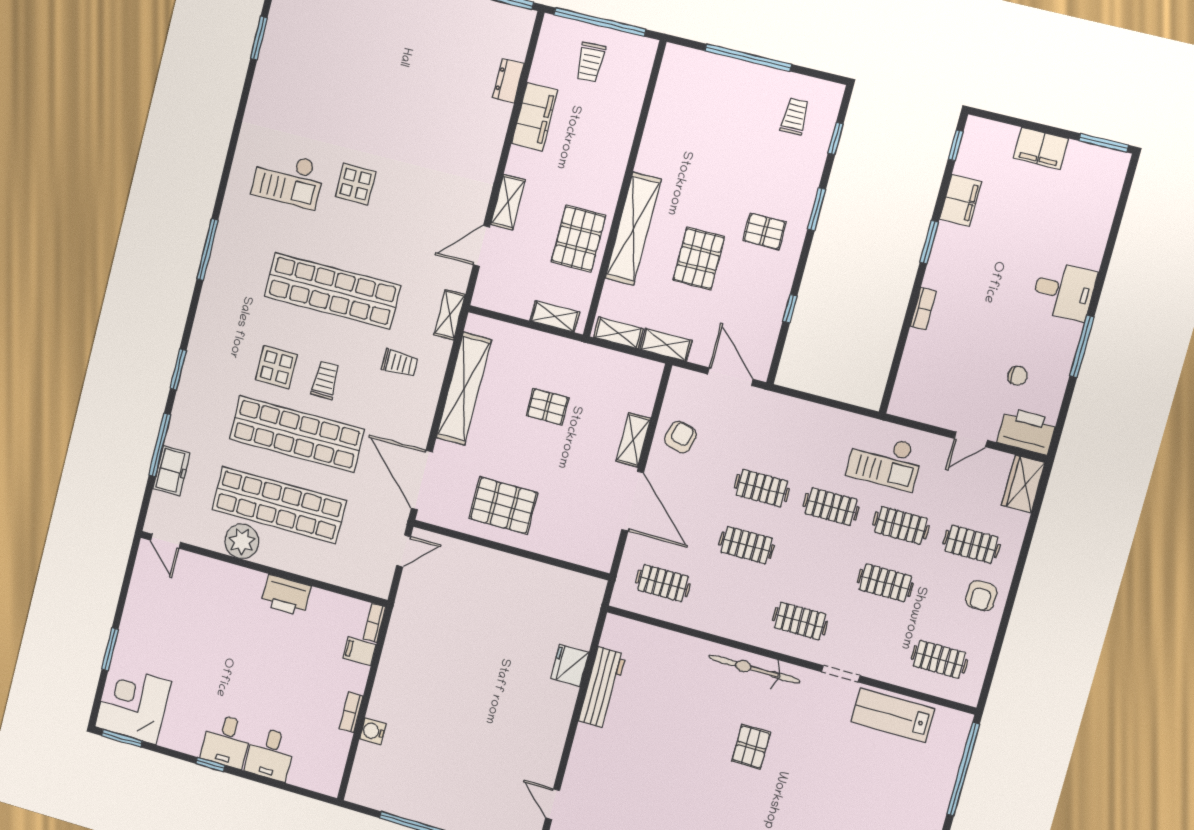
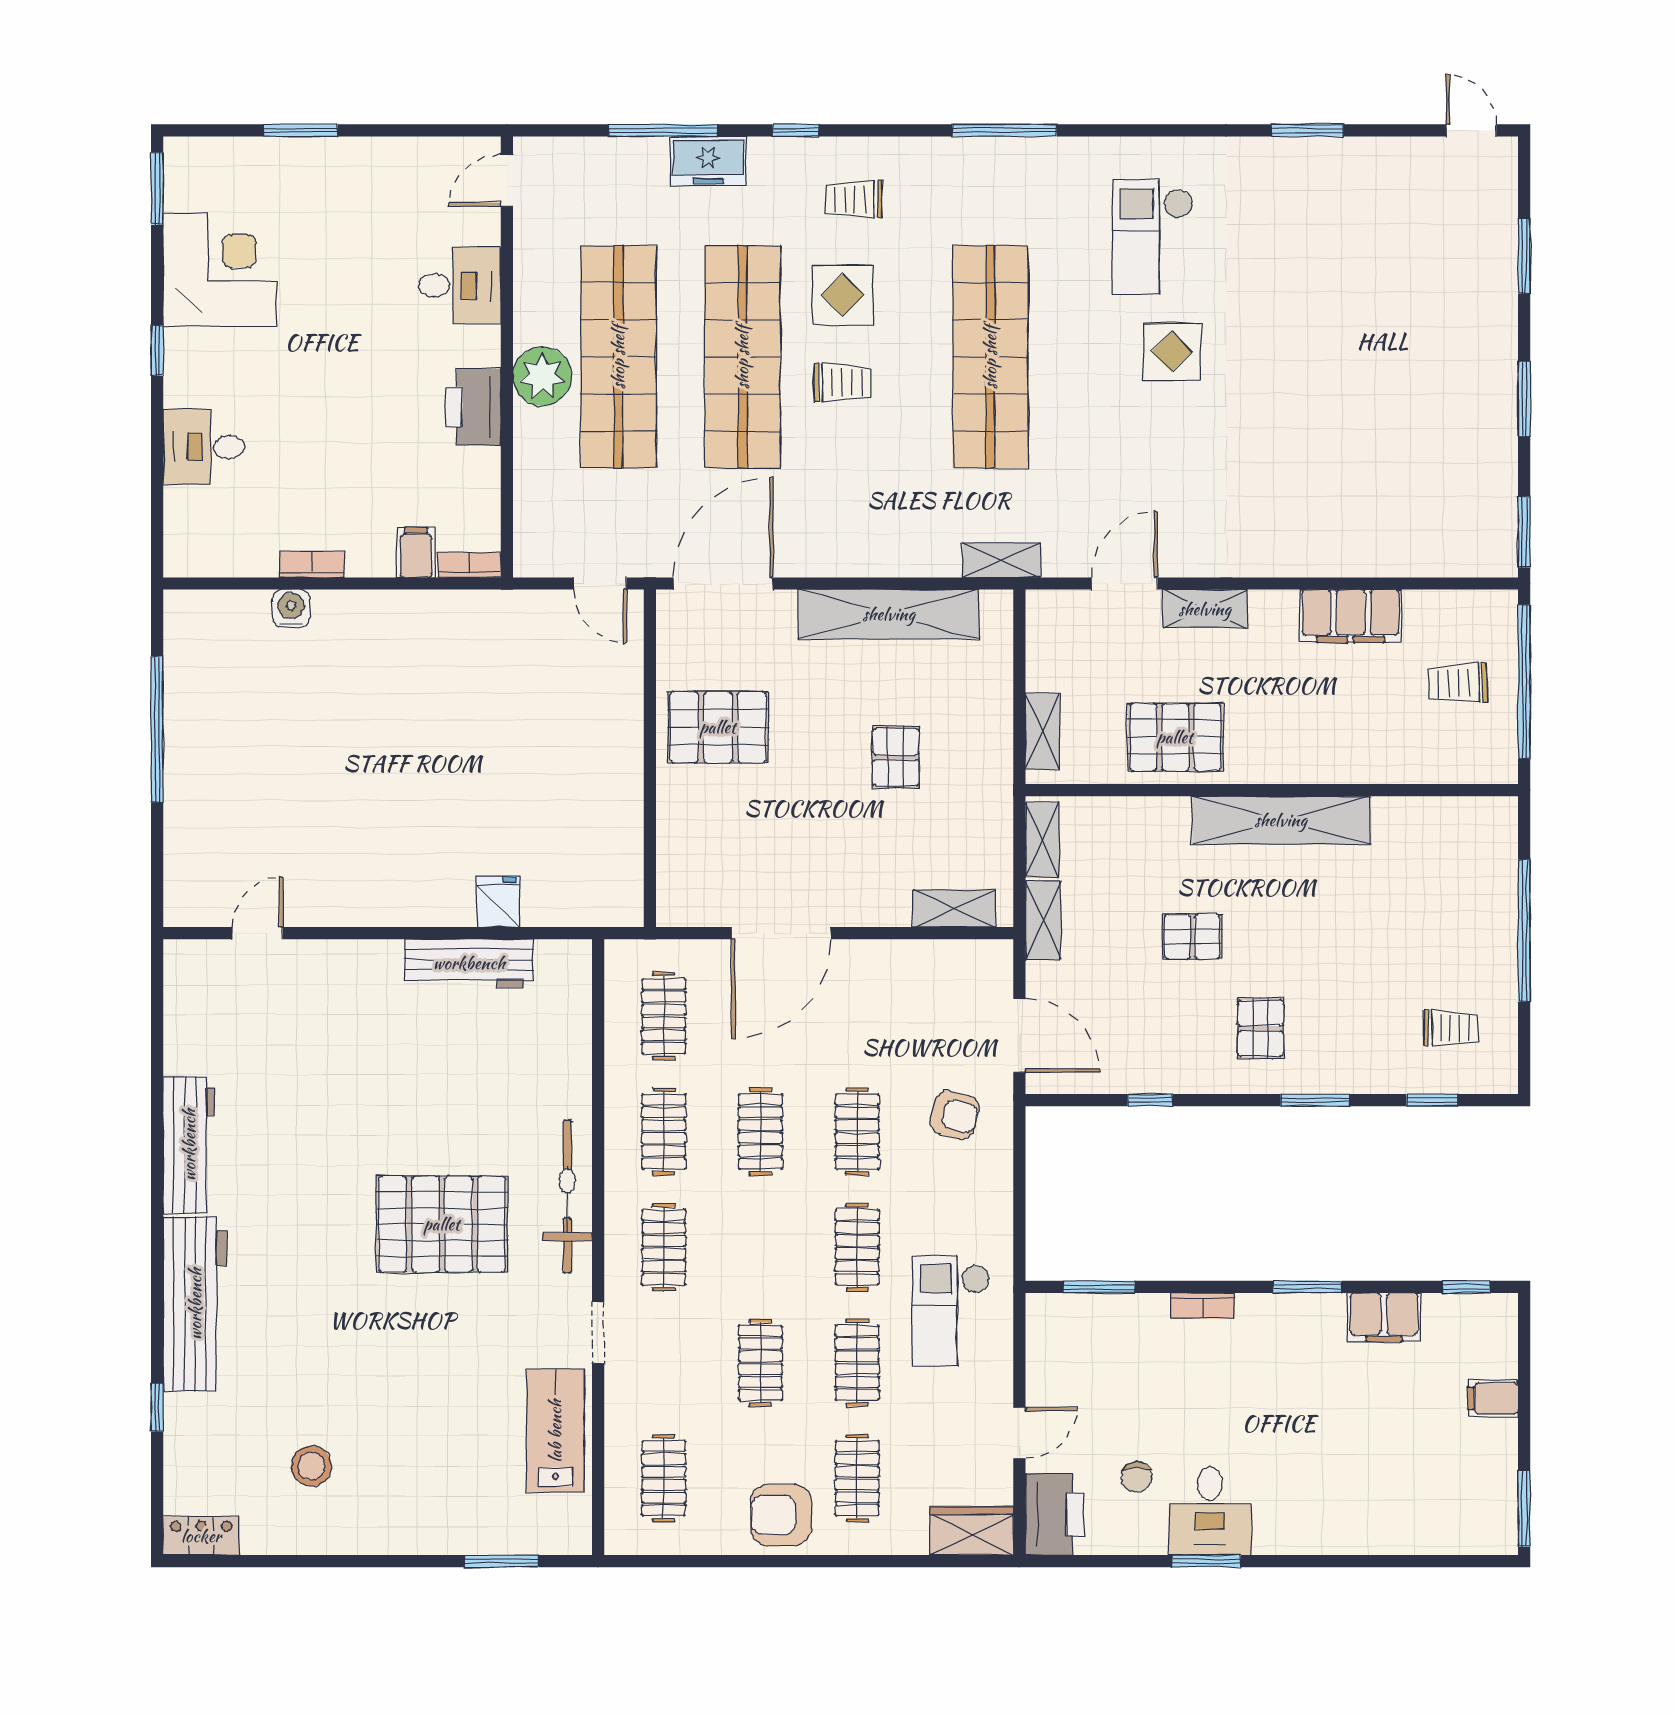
window: (259, 38) -> (1307, 130), moved
dresser: (508, 81) -> (1397, 559), removed
filing cabinet: (1041, 148) -> (1493, 1398), width x0.50
shelving: (633, 229) -> (1281, 820), moved
door: (481, 246) -> (1125, 583), hinge flipped
pallet: (699, 259) -> (1192, 937), width x0.67, depth x0.71
desk: (1064, 291) -> (1210, 1511), moved
window: (1082, 346) -> (1207, 1561), width x0.69
trolley: (400, 363) -> (854, 199), moved, turned 90
window: (895, 368) -> (1099, 1287), added
window: (178, 369) -> (796, 130), width x0.67
door: (730, 377) -> (1019, 1035), hinge flipped
armchair: (681, 437) -> (955, 1115), moved
door: (971, 439) -> (1019, 1433), swing flipped
shelving: (633, 440) -> (954, 909), moved
freezer: (171, 471) -> (708, 161), moved
pallet: (503, 506) -> (718, 727), turned 90
plant: (242, 541) -> (542, 376), moved
armchair: (981, 596) -> (781, 1515), width x1.38, depth x1.38
clothes rail: (731, 602) -> (664, 1132), added
fridge: (570, 665) -> (498, 902), width x0.72
corner desk: (133, 704) -> (220, 270), moved
desk: (226, 741) -> (460, 286), moved, turned 180
pallet: (751, 747) -> (442, 1224), width x2.05, depth x2.00
window: (963, 769) -> (502, 1561), width x0.47

